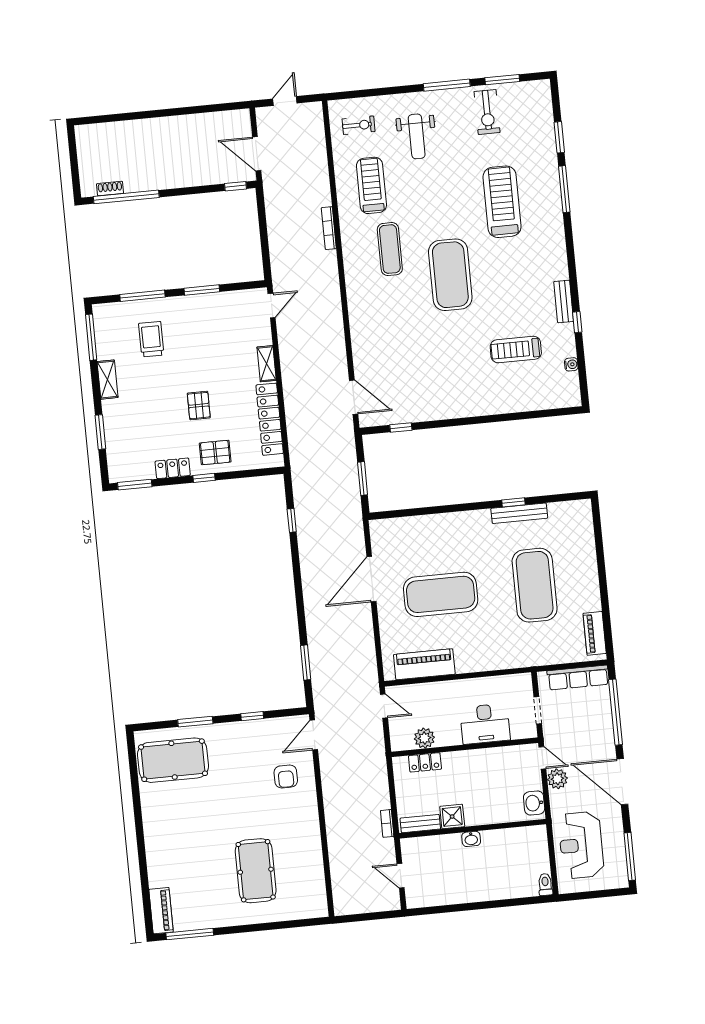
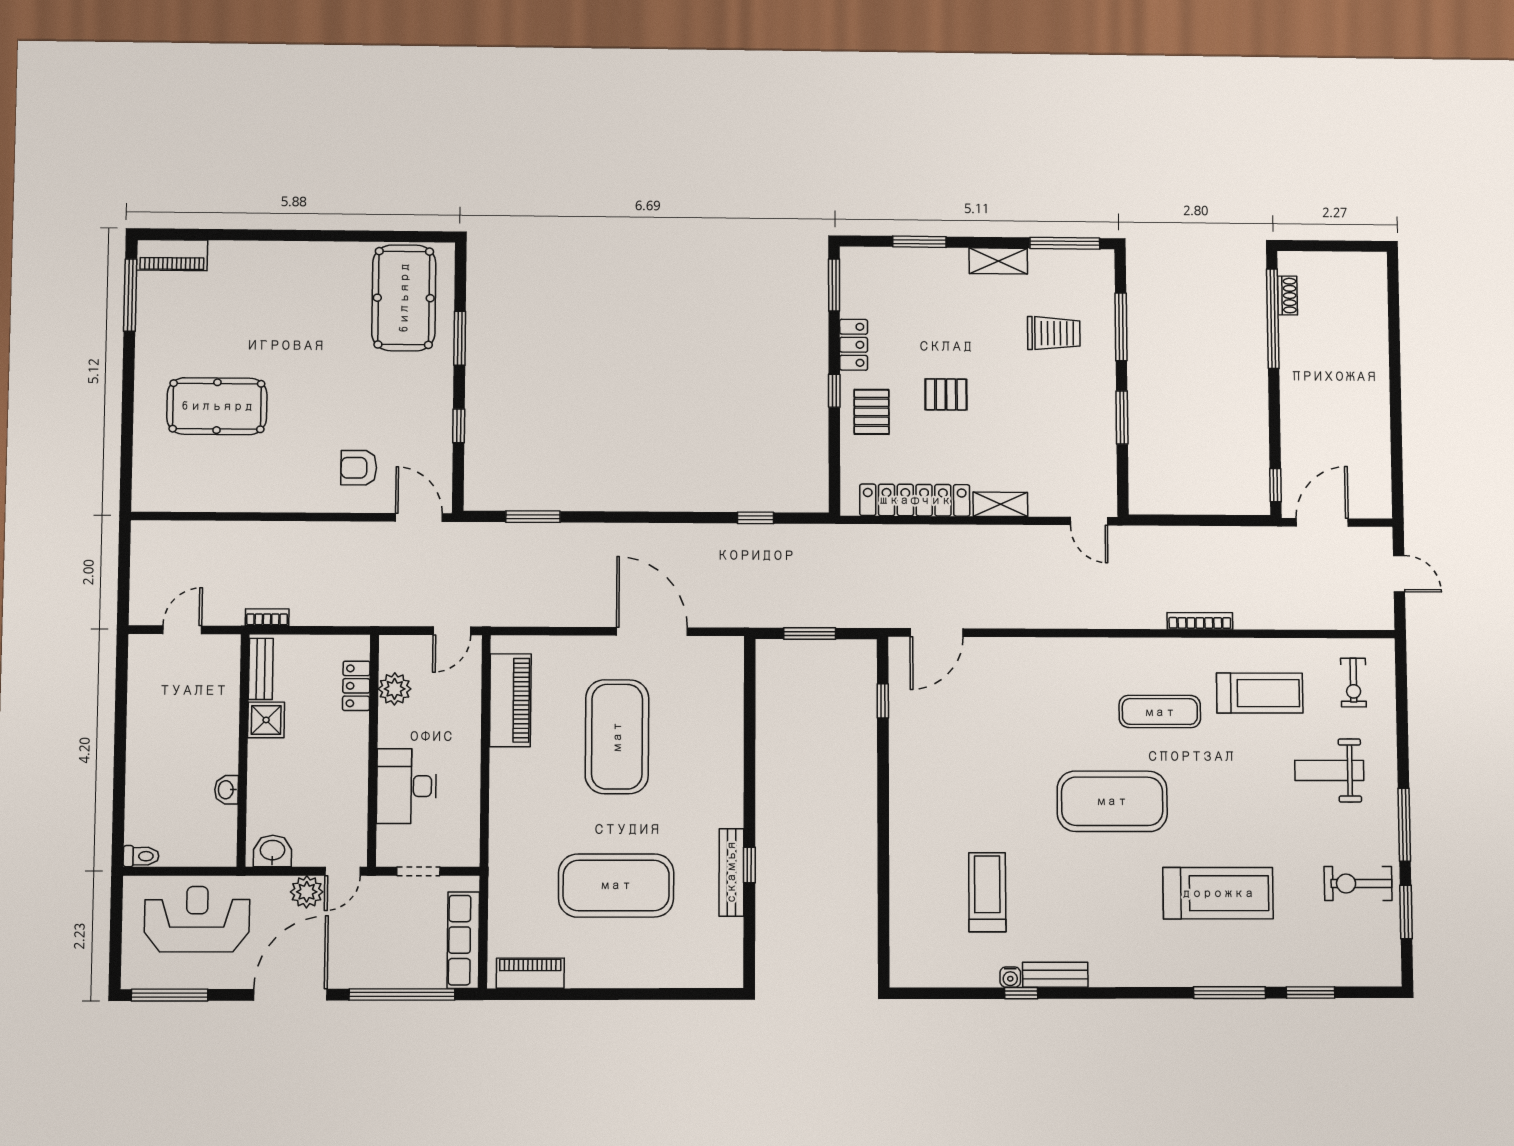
water cooler: (571, 364) -> (1010, 977), moved
washbasin: (471, 839) -> (226, 790), moved

